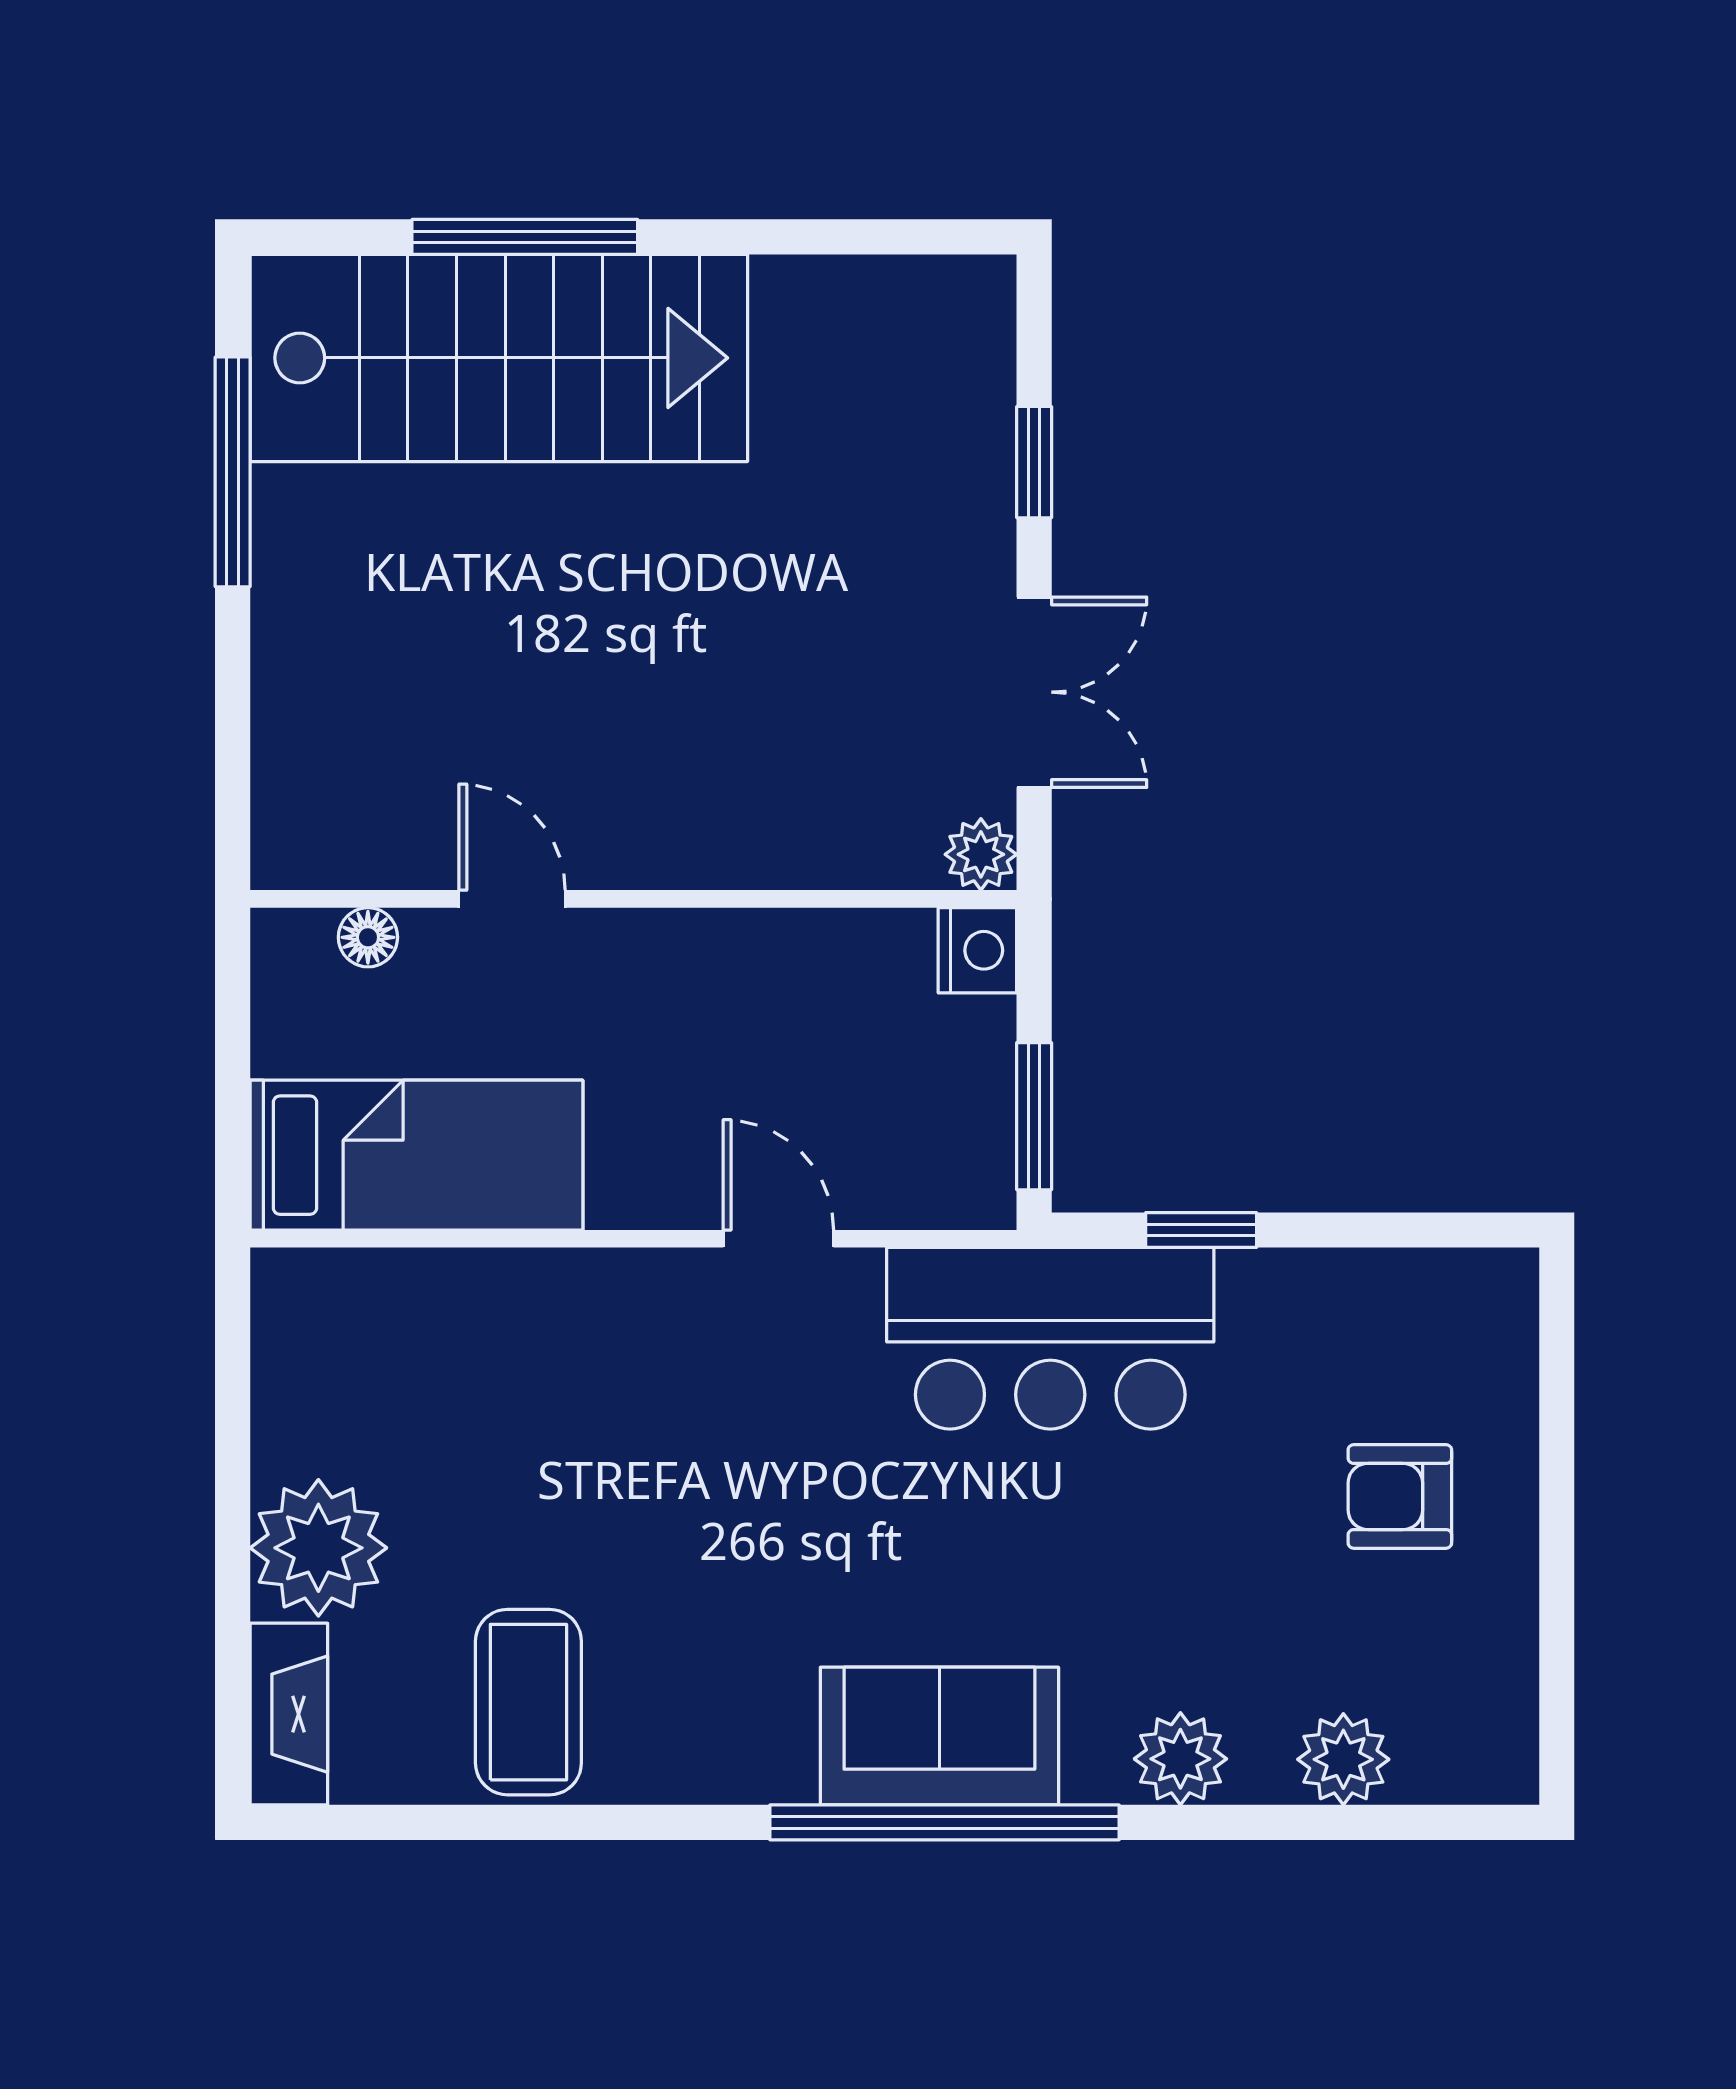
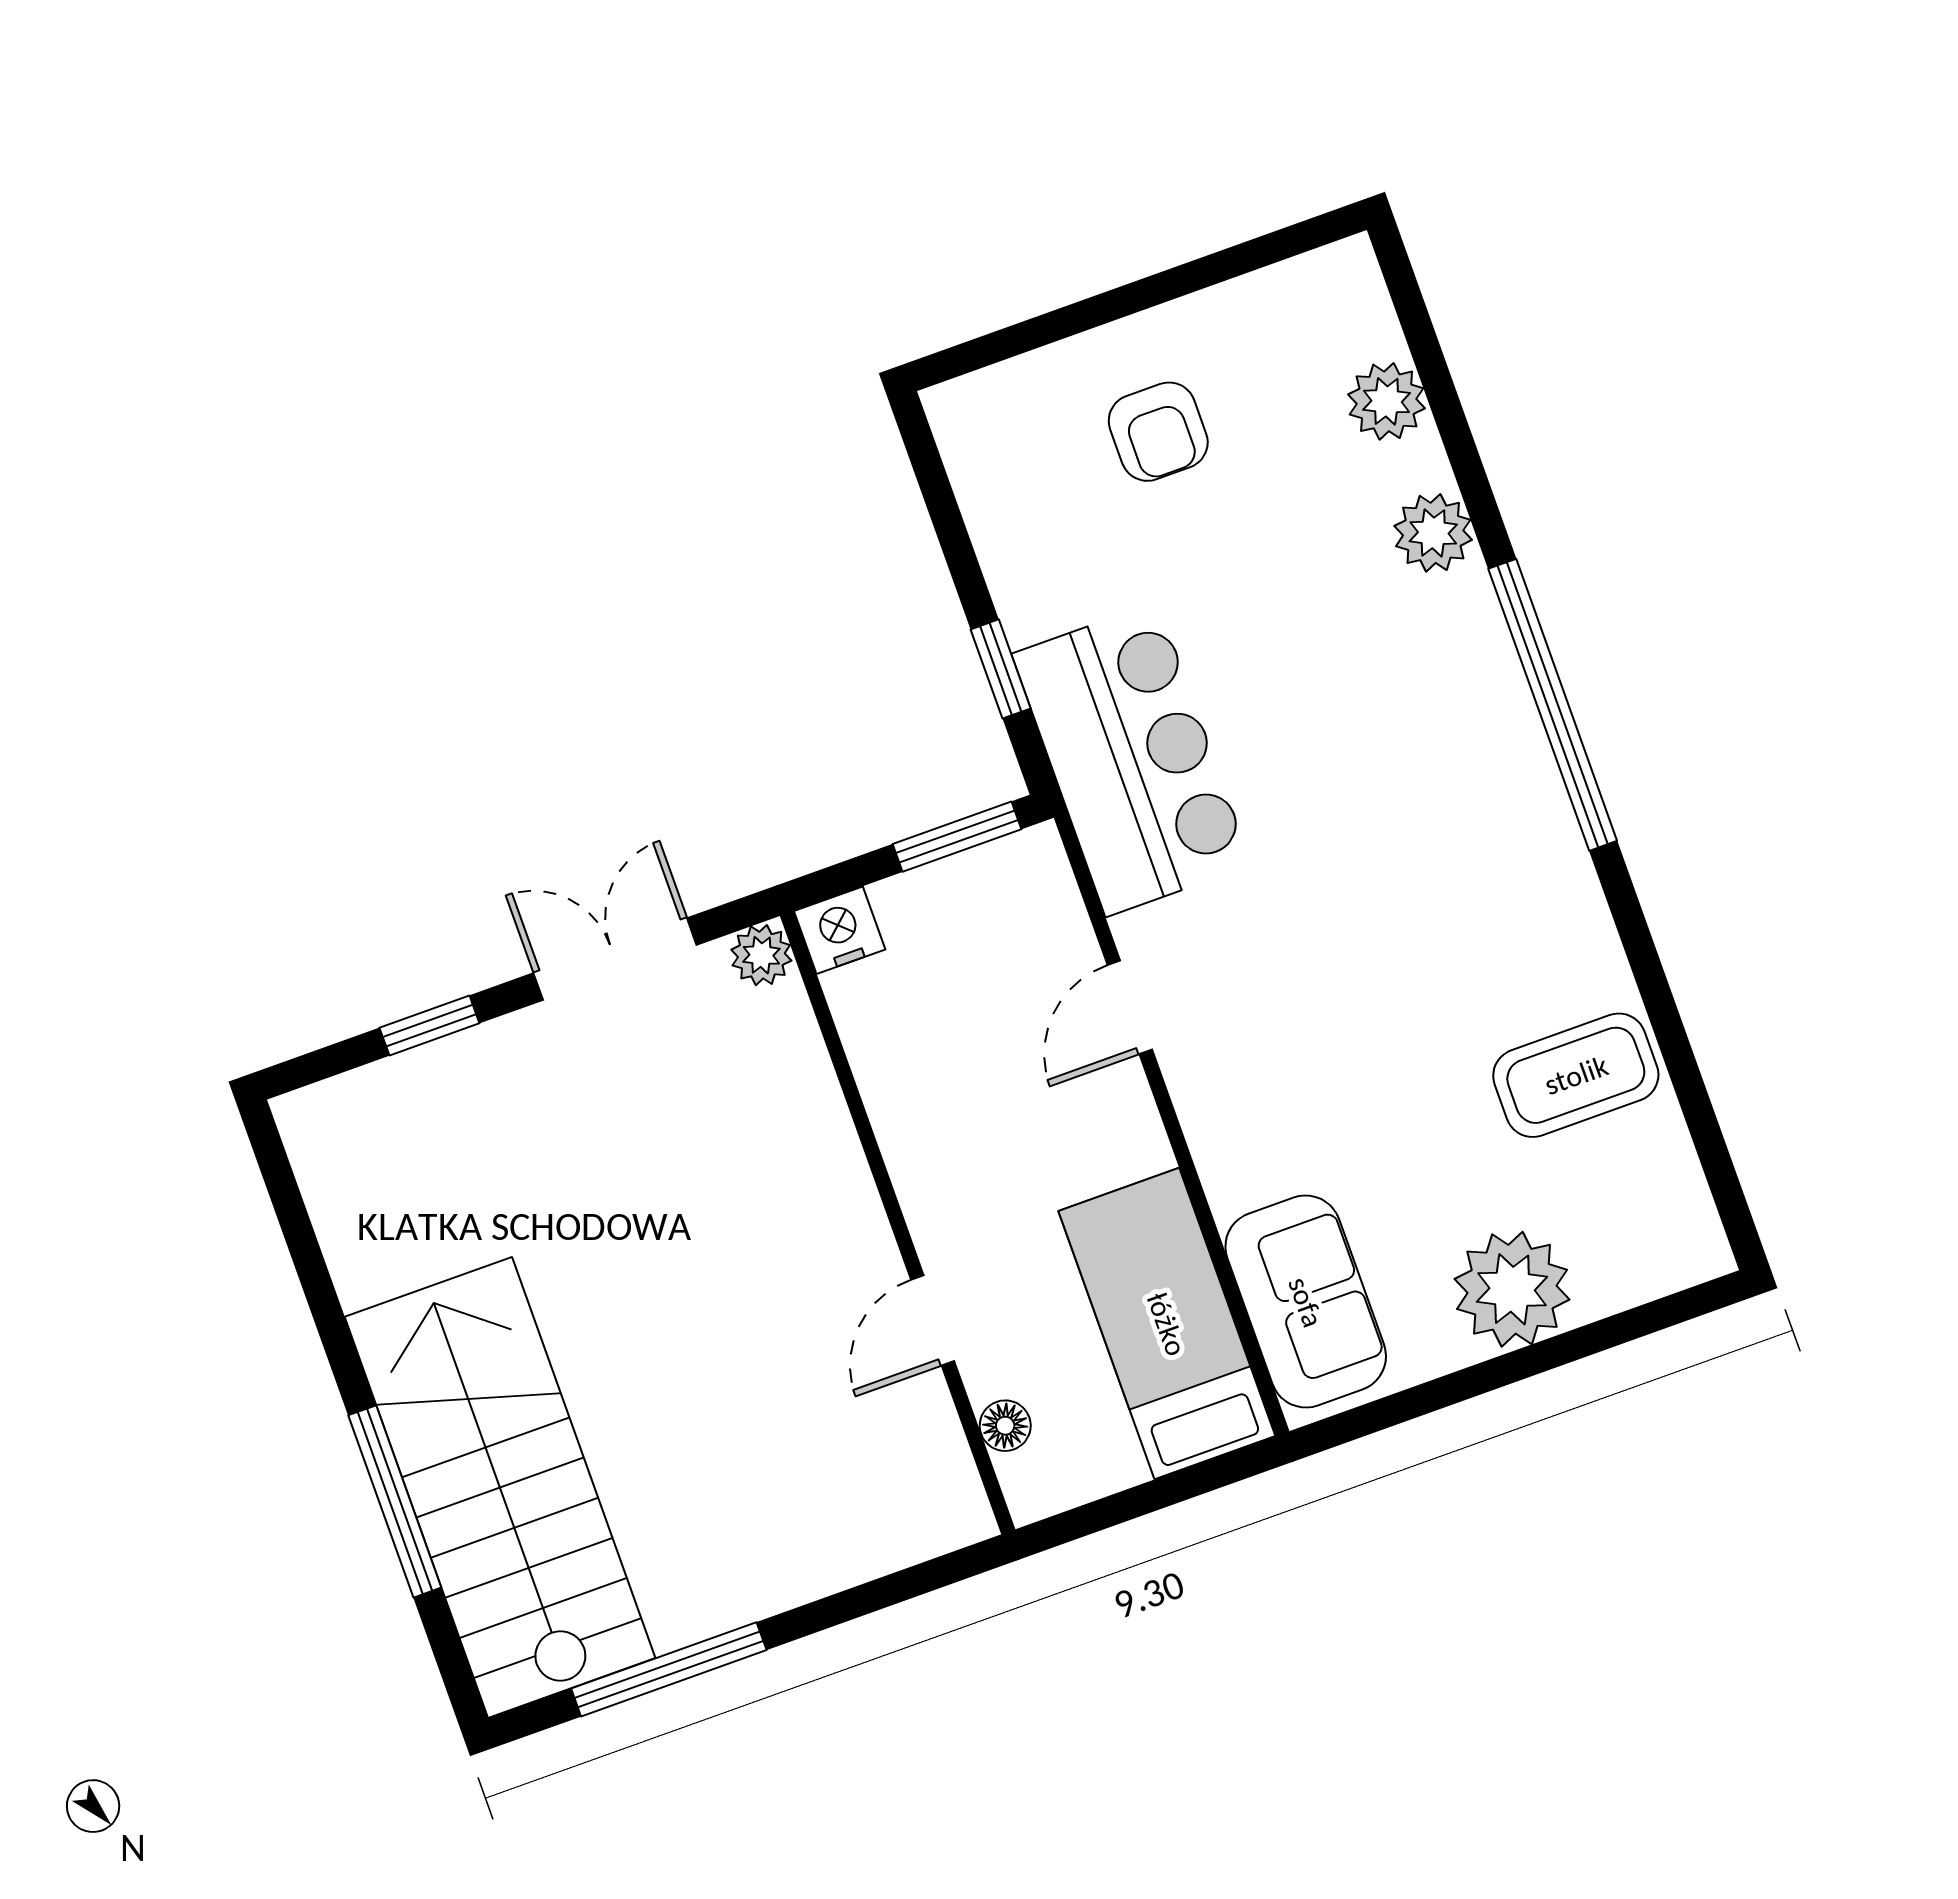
fireplace: (289, 1714) -> (1655, 1265), removed
sofa: (939, 1736) -> (1306, 1302), moved, turned 180

